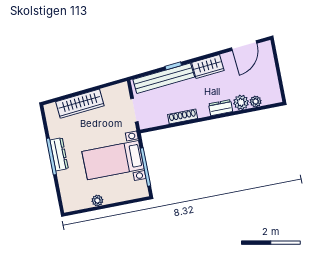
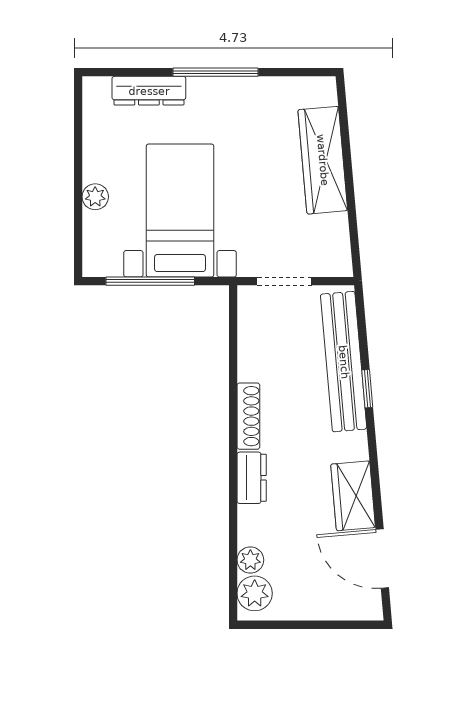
wardrobe: (208, 67) -> (353, 496), moved
plant: (241, 102) -> (255, 593), moved
shoe rack: (183, 117) -> (248, 416), moved
dresser: (59, 154) -> (149, 91), moved
plant: (97, 201) -> (95, 197), moved

